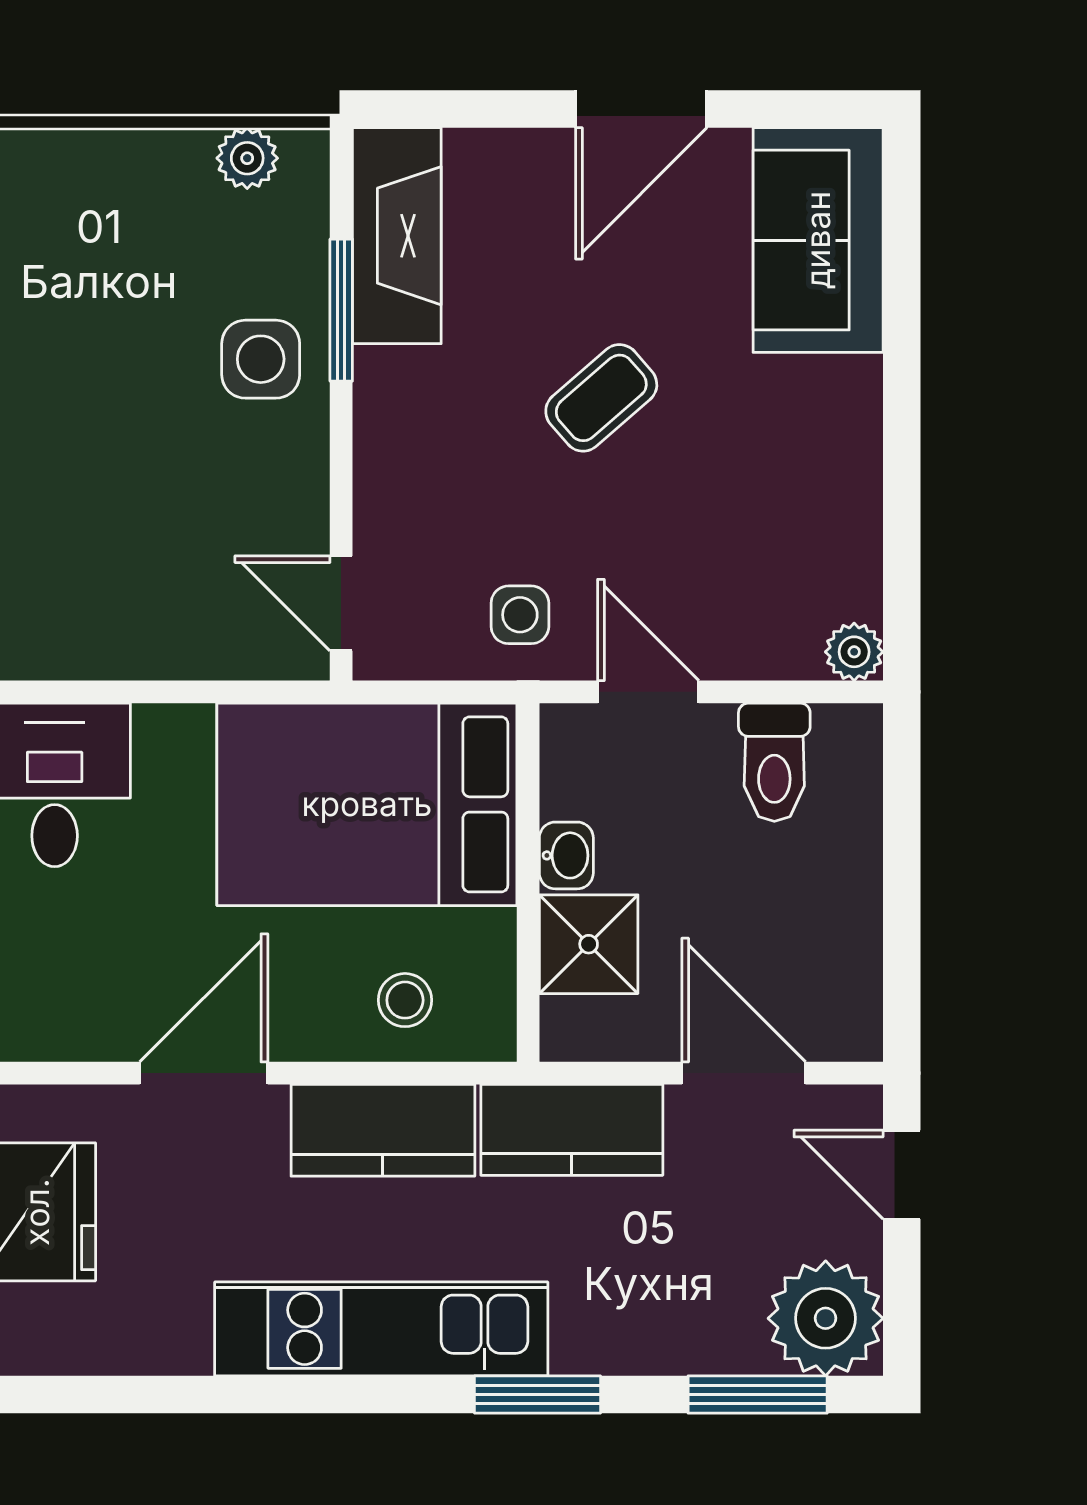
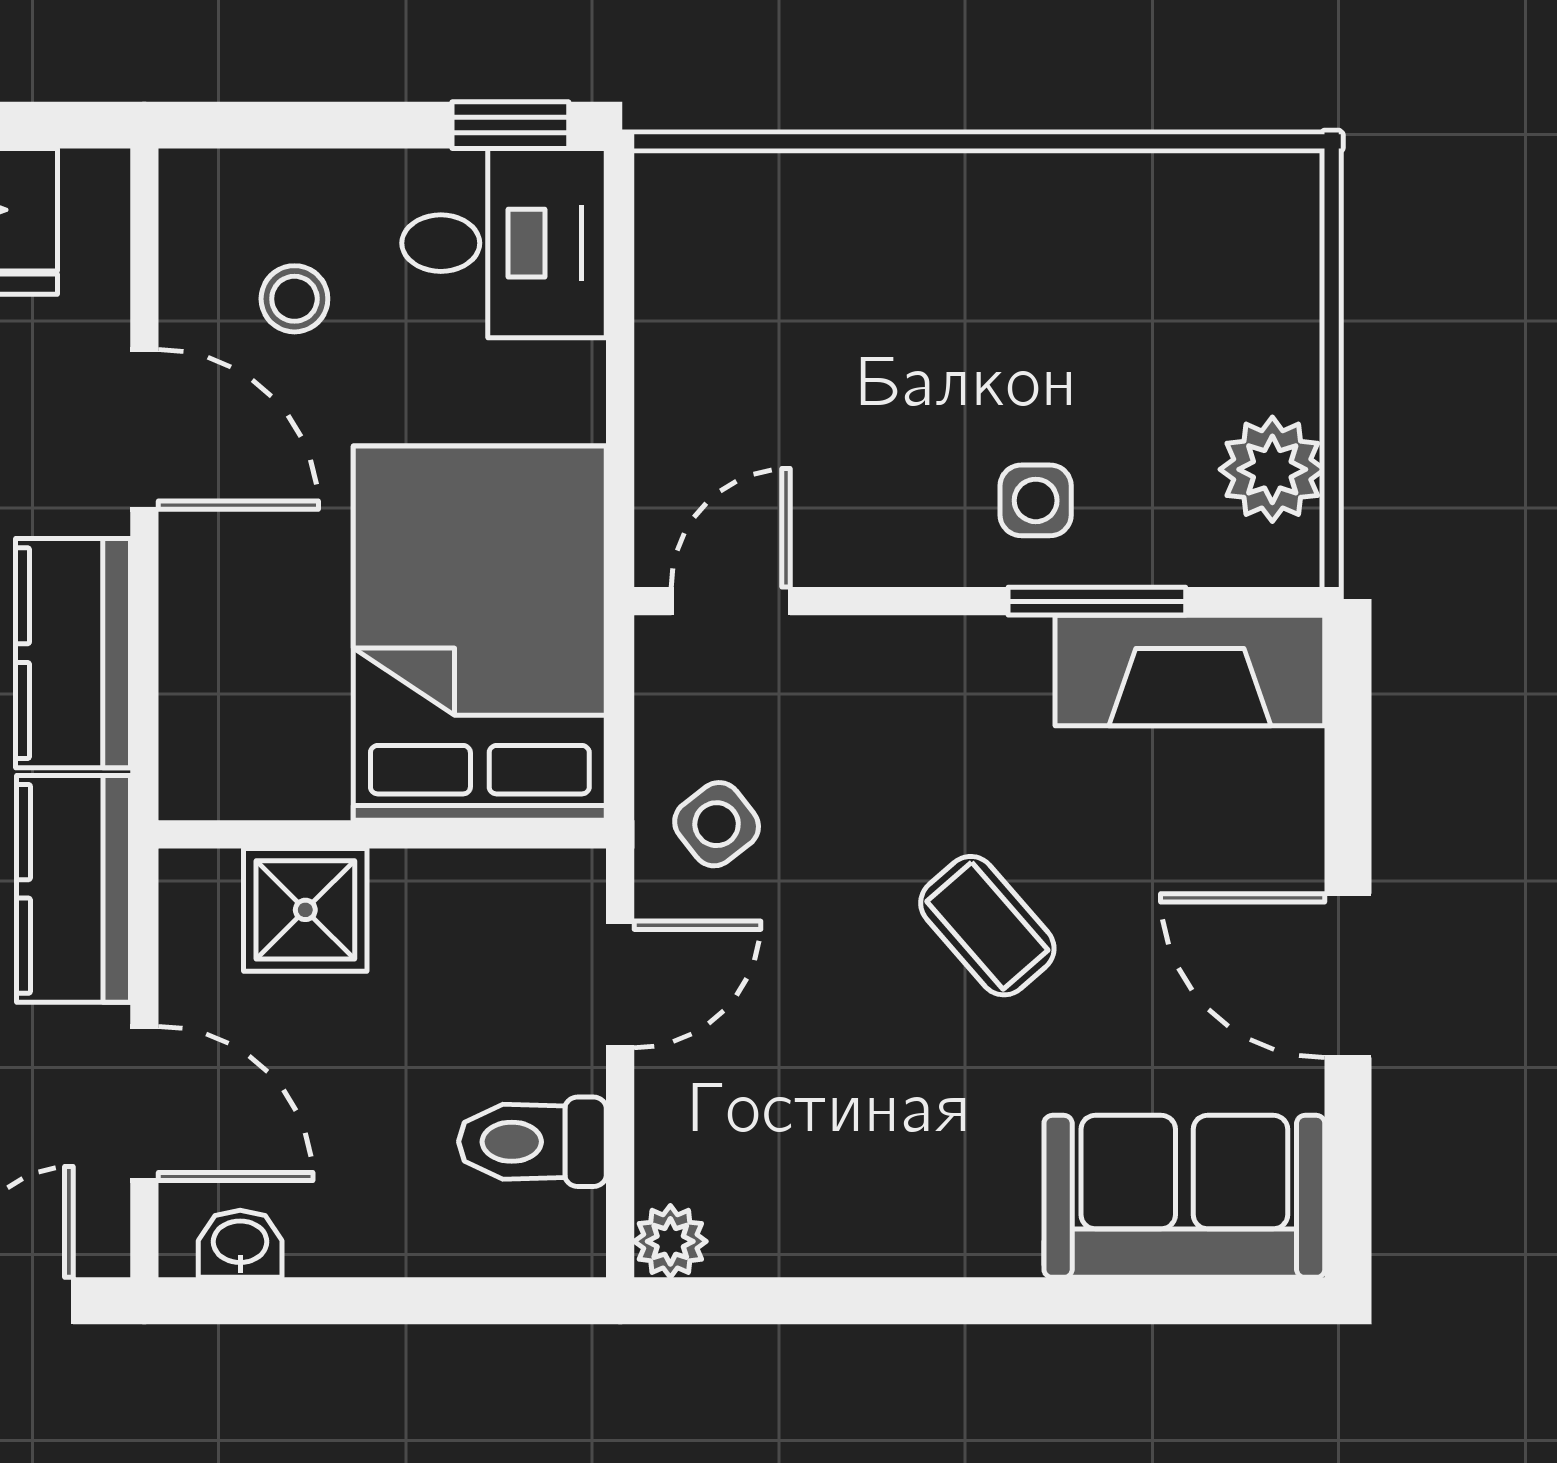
plant: (247, 158) -> (1272, 469), width x1.38, depth x1.38
side table: (261, 359) -> (1036, 500), width x0.73, depth x0.73
side table: (520, 615) -> (717, 824), turned -38
washbasin: (566, 855) -> (240, 1244), moved, turned 180
stool: (405, 1000) -> (294, 299), moved
door: (744, 1073) -> (144, 1103), hinge flipped

